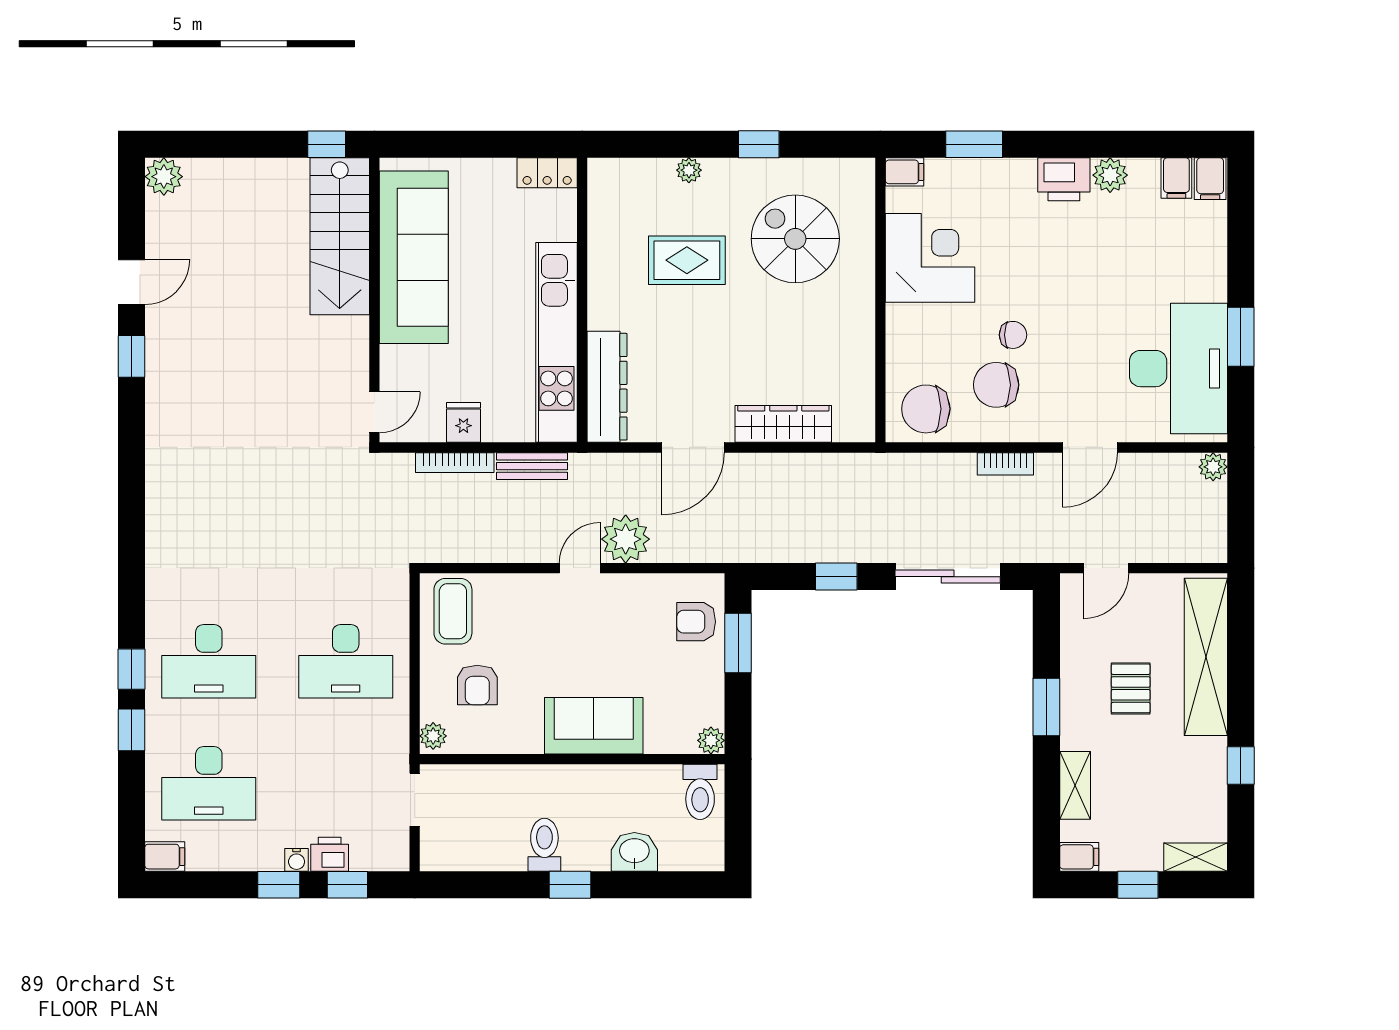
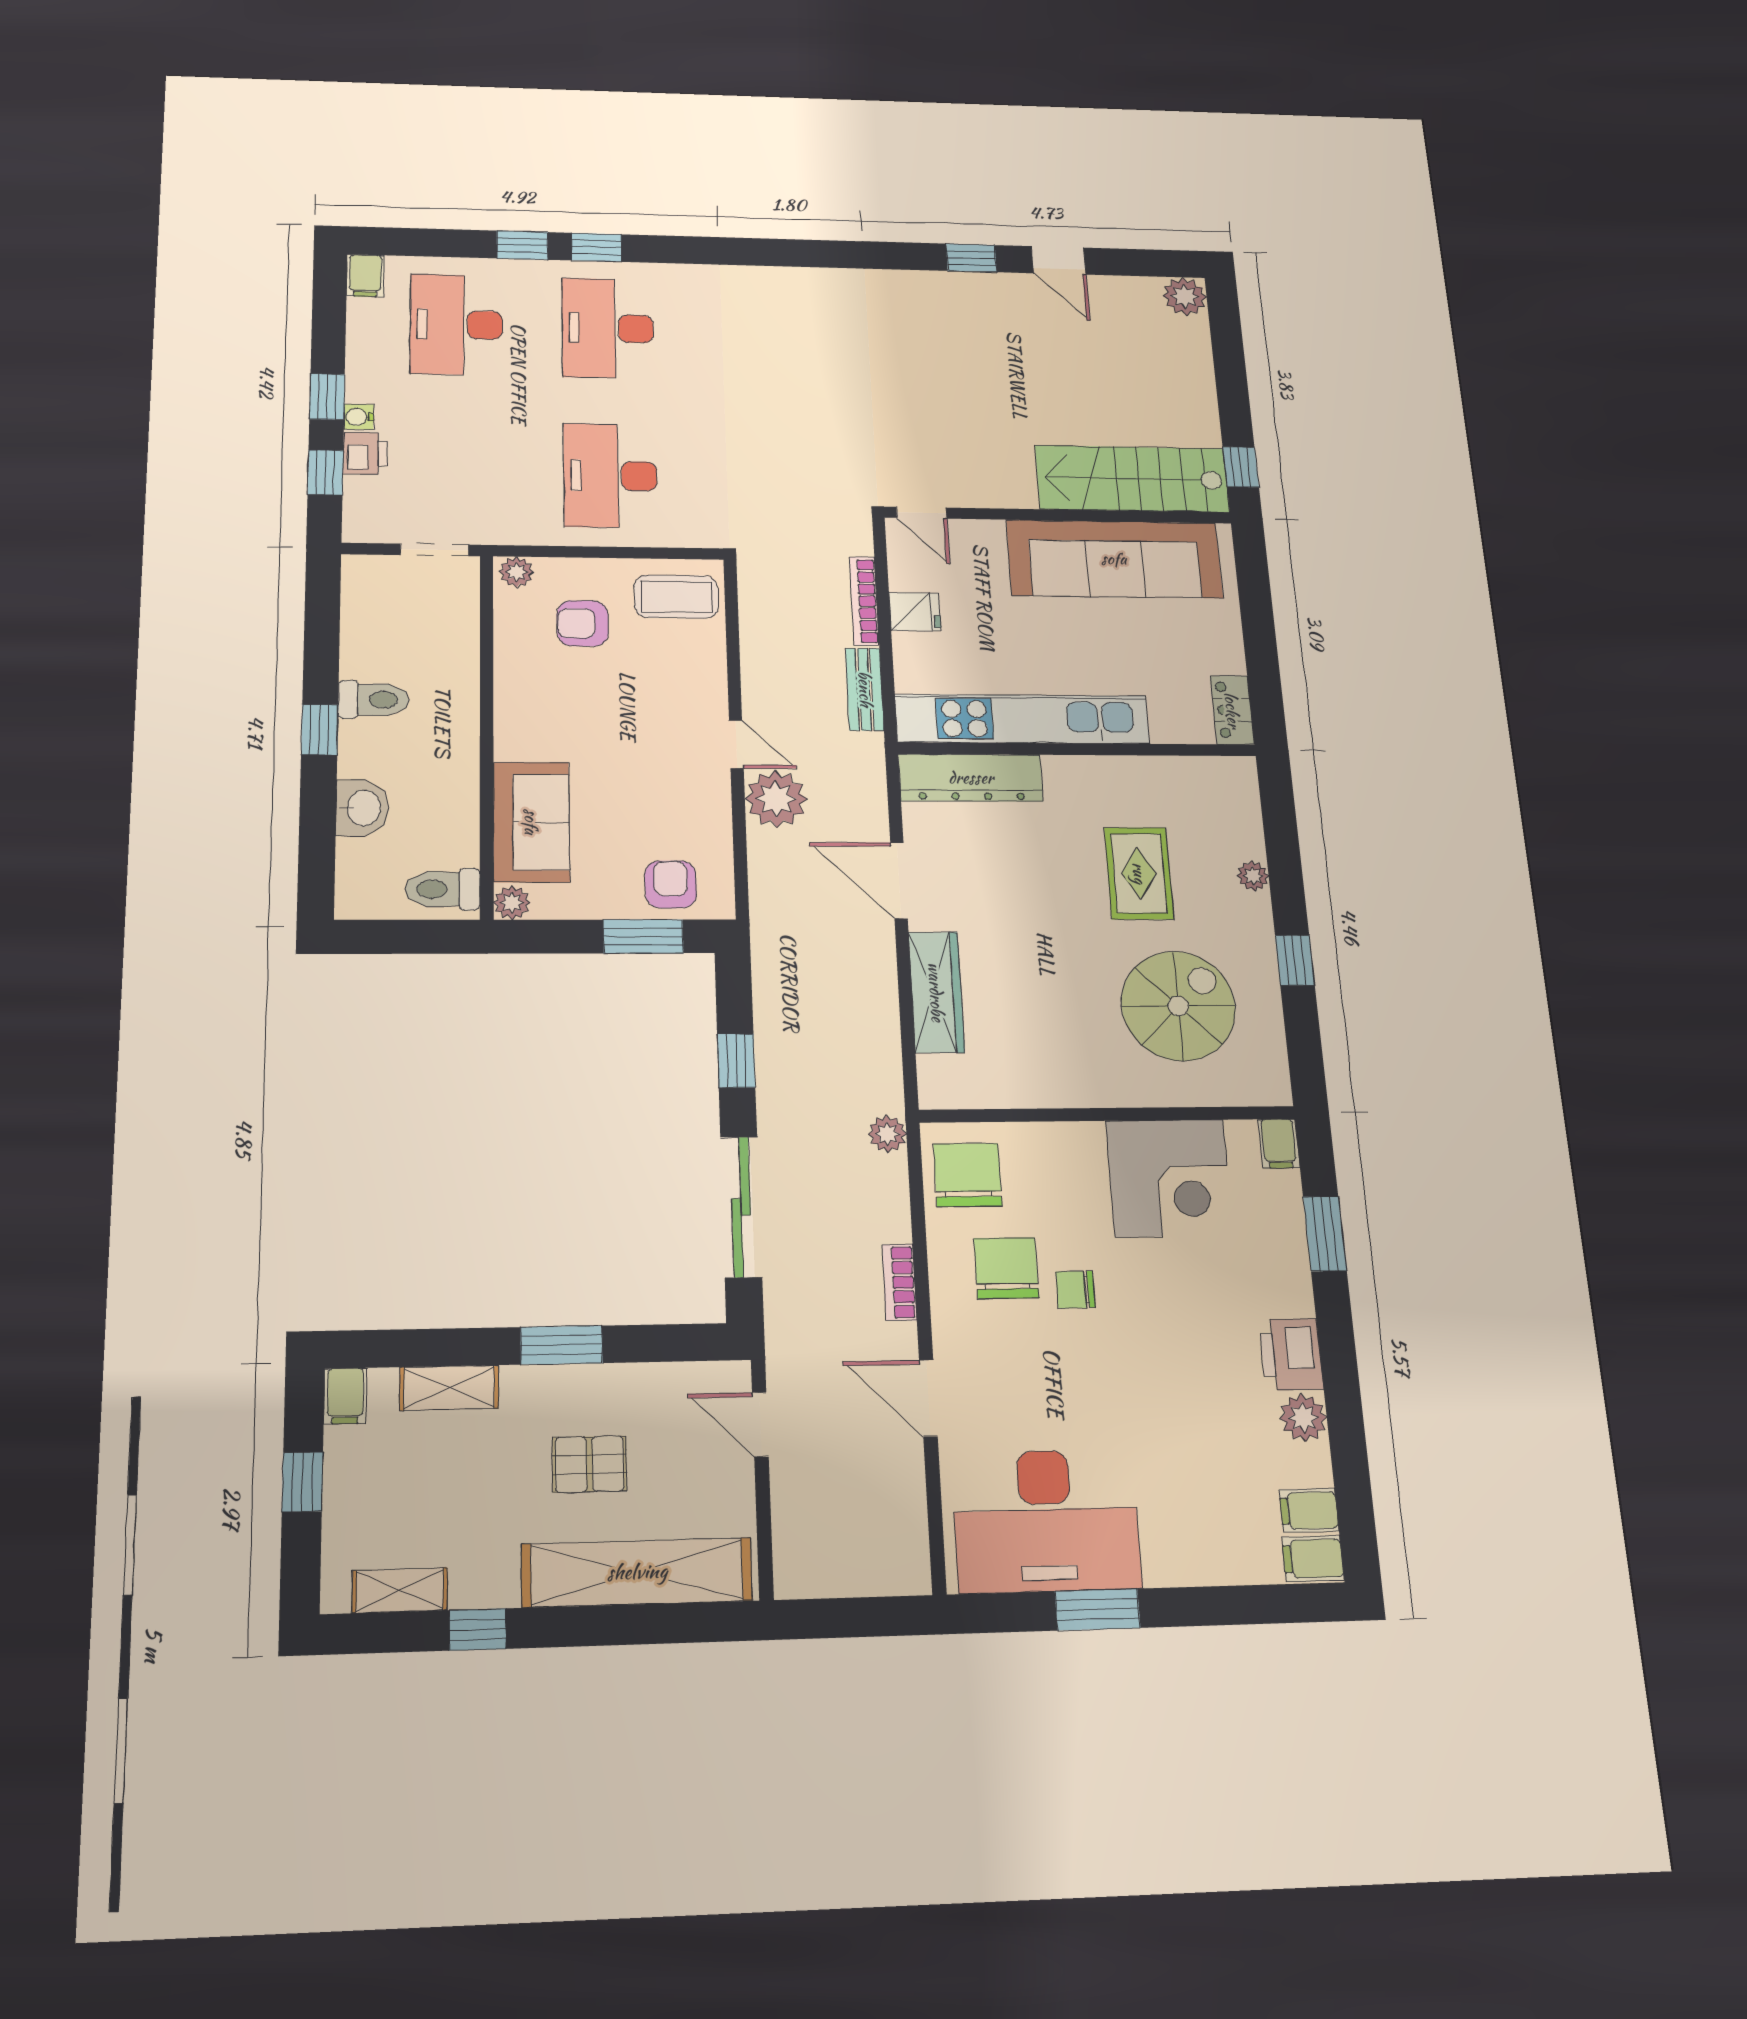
chair: (1013, 335) -> (1075, 1290), turned 90
plant: (1213, 467) -> (887, 1134), moved
sofa: (594, 726) -> (531, 822), moved
shelving: (1196, 857) -> (400, 1590), moved, turned 90

